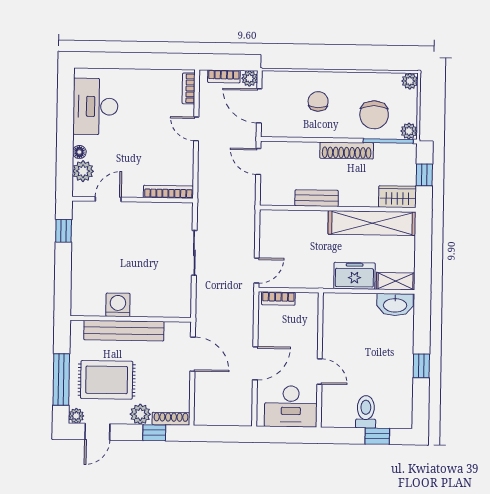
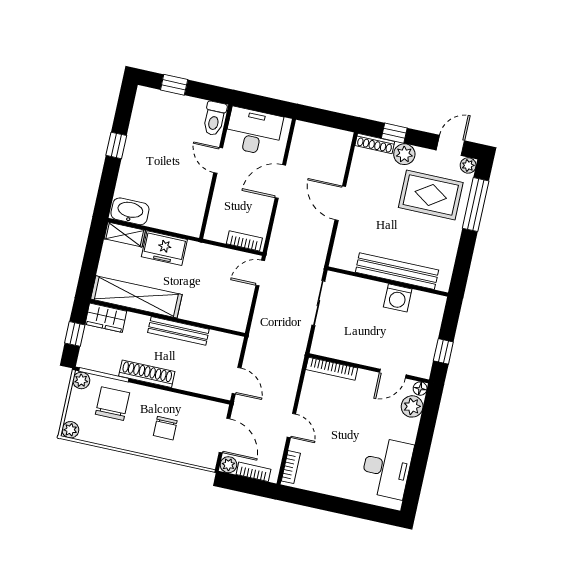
floor lamp: (79, 152) -> (420, 389), moved
bench: (317, 198) -> (178, 331), width x1.36
washing machine: (118, 305) -> (398, 298), moved
wall: (131, 319) -> (388, 281), moved
bench: (124, 331) -> (397, 271), moved
toilet: (366, 412) -> (214, 119), moved

